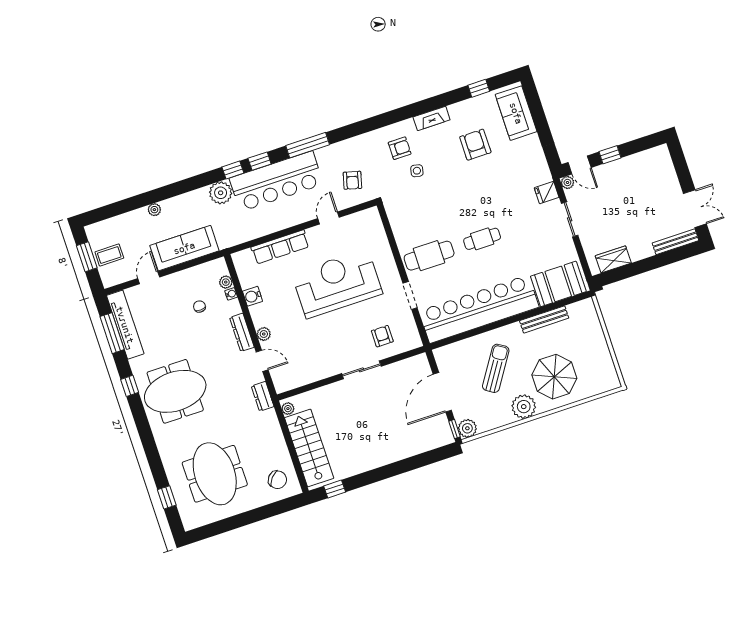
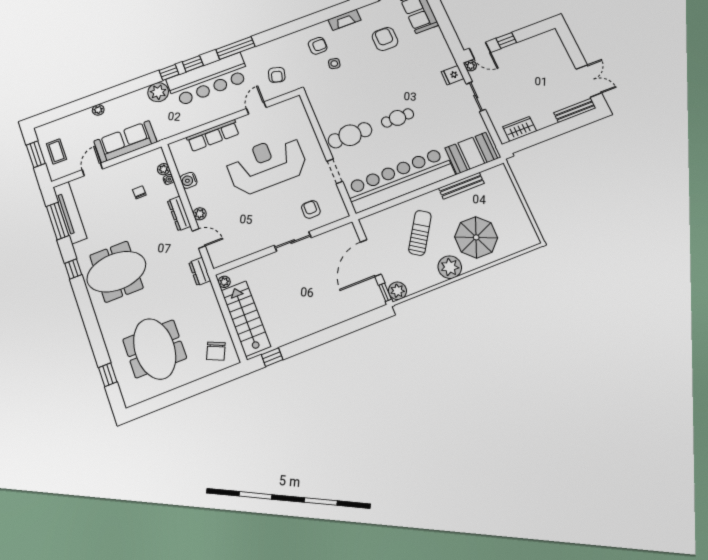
coffee table: (109, 255) -> (56, 151), turned 90
chair: (277, 480) -> (216, 351), turned 73

